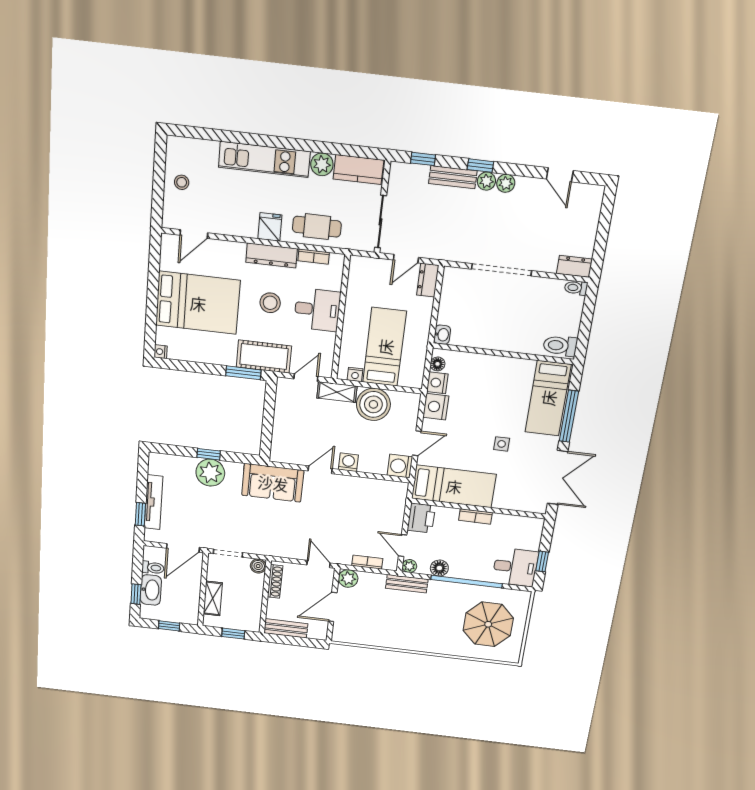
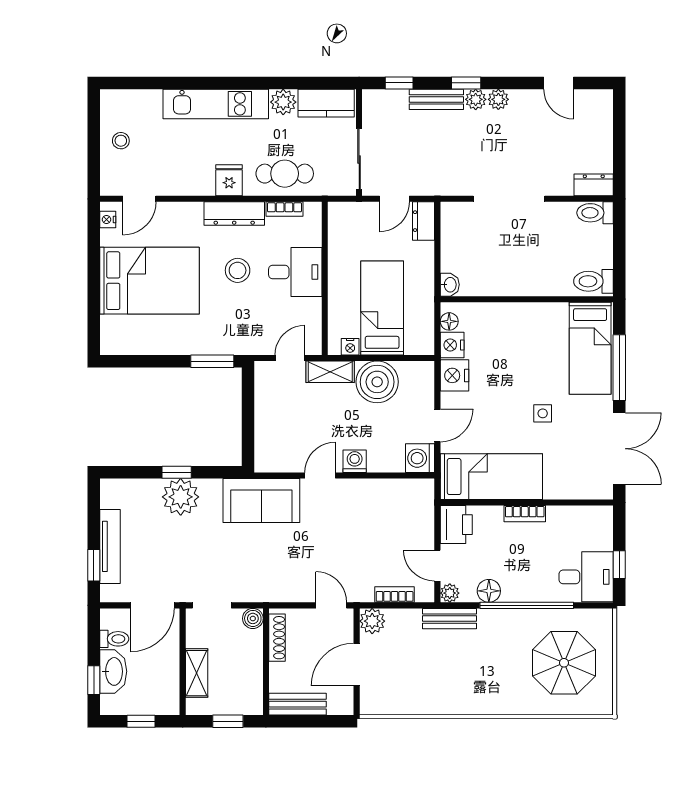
toilet: (576, 288) -> (595, 213), width x1.37, depth x1.39
nightstand: (161, 352) -> (108, 220), moved
cot: (264, 356) -> (236, 338), removed

